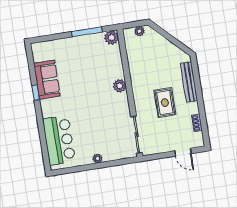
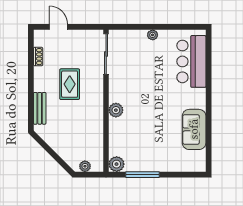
bench: (189, 82) -> (40, 108), width x0.73
window: (36, 93) -> (209, 117), removed

